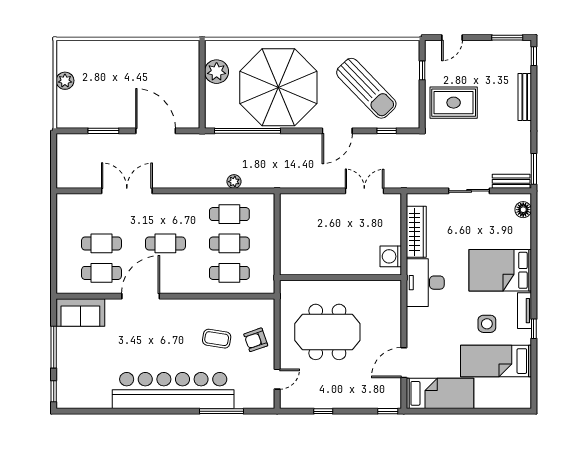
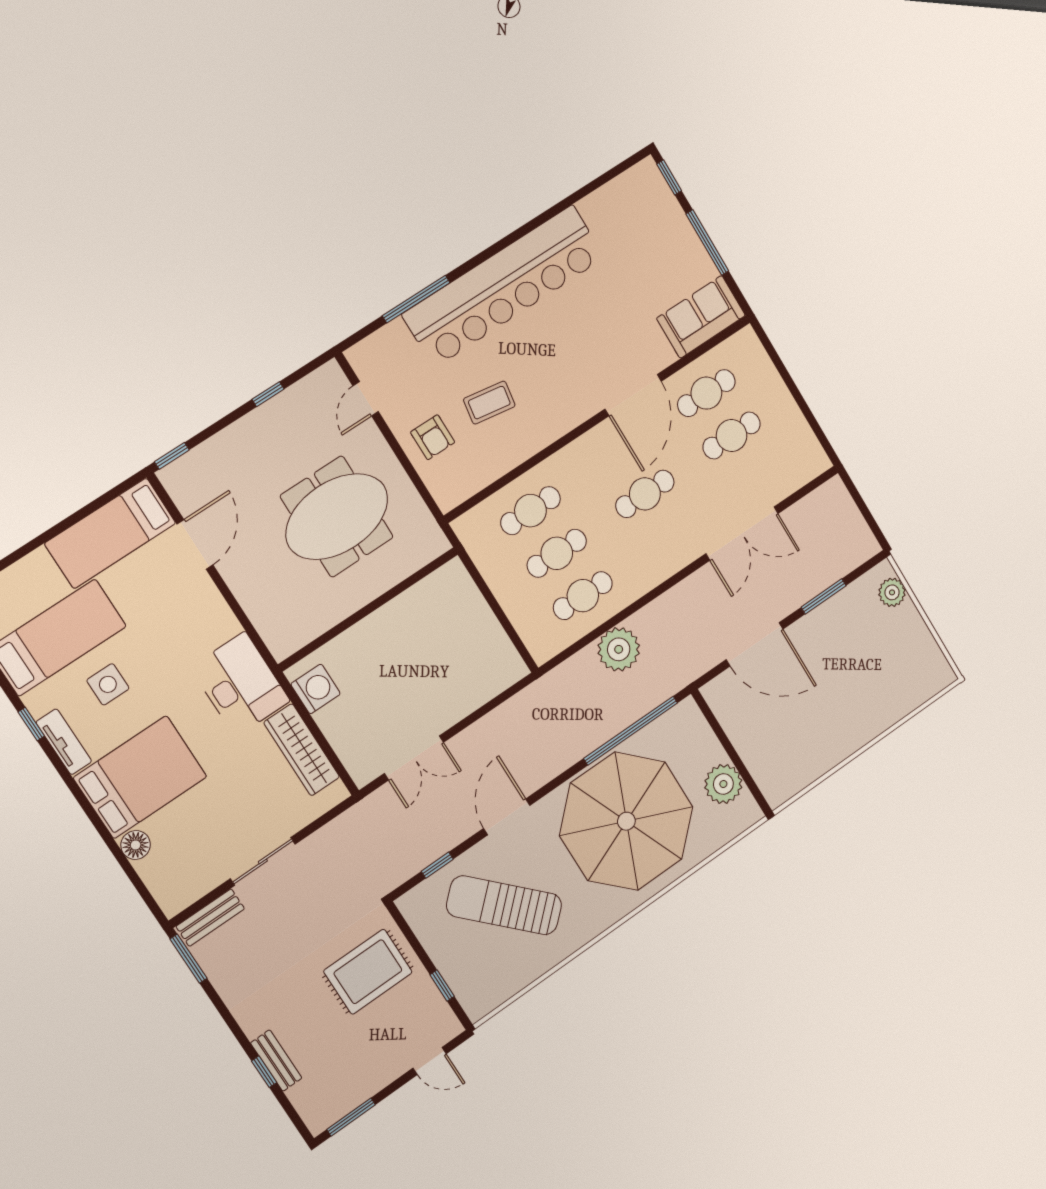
door: (452, 38) -> (430, 1061), swing flipped
window: (534, 56) -> (264, 1072), moved
plant: (65, 81) -> (892, 592), moved
bench: (525, 97) -> (276, 1061), width x0.73
plant: (234, 182) -> (619, 649), width x1.88, depth x1.88
floor lamp: (523, 210) -> (136, 845), moved
armchair: (256, 340) -> (433, 437), turned 109

